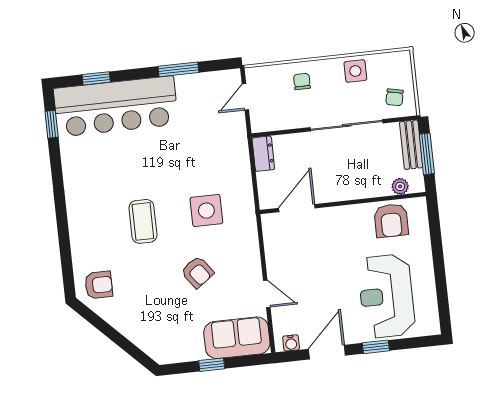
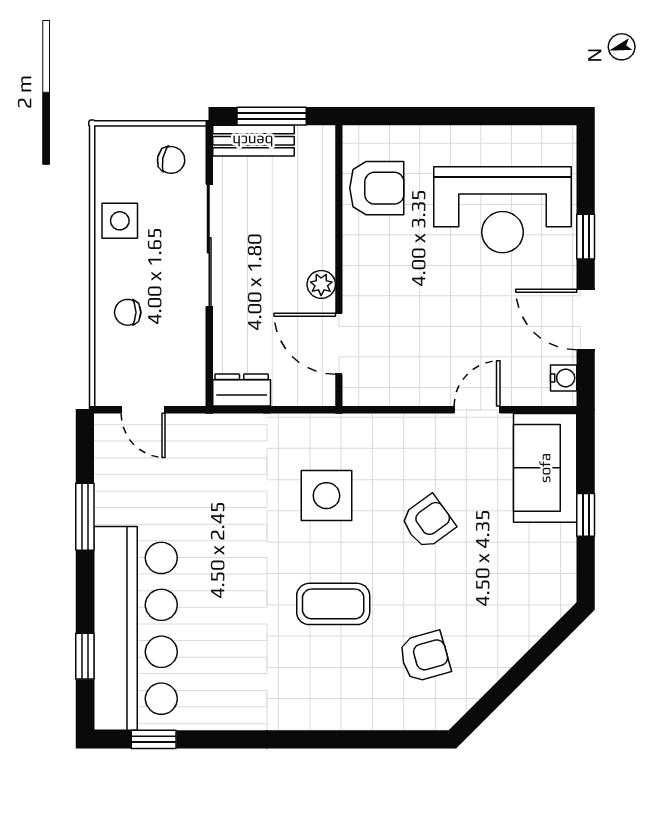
plant: (400, 186) -> (321, 284), moved
armchair: (99, 285) -> (425, 657), moved, turned 74

